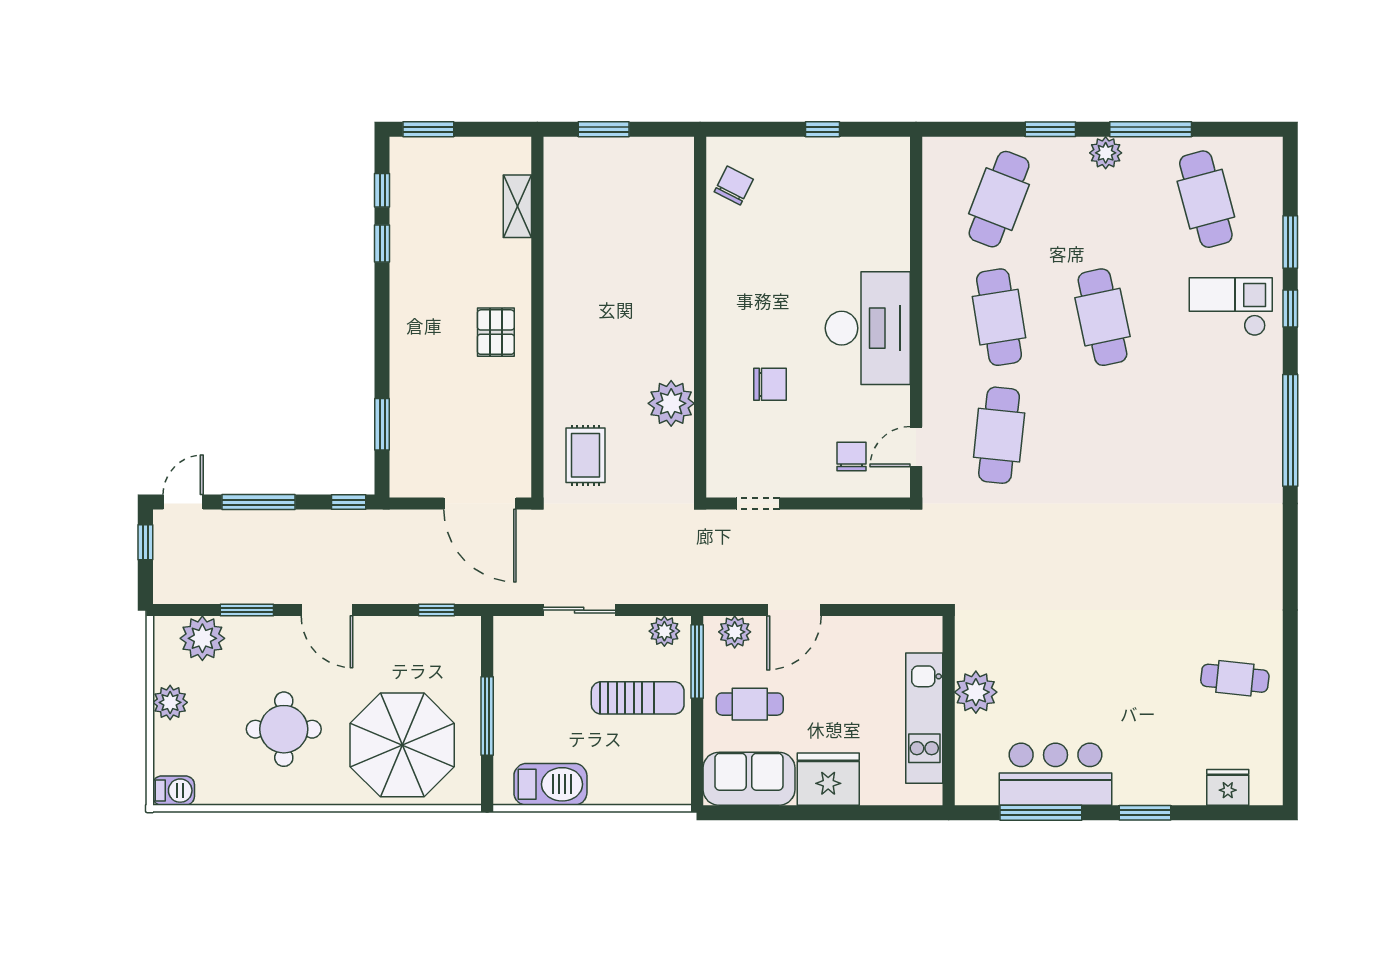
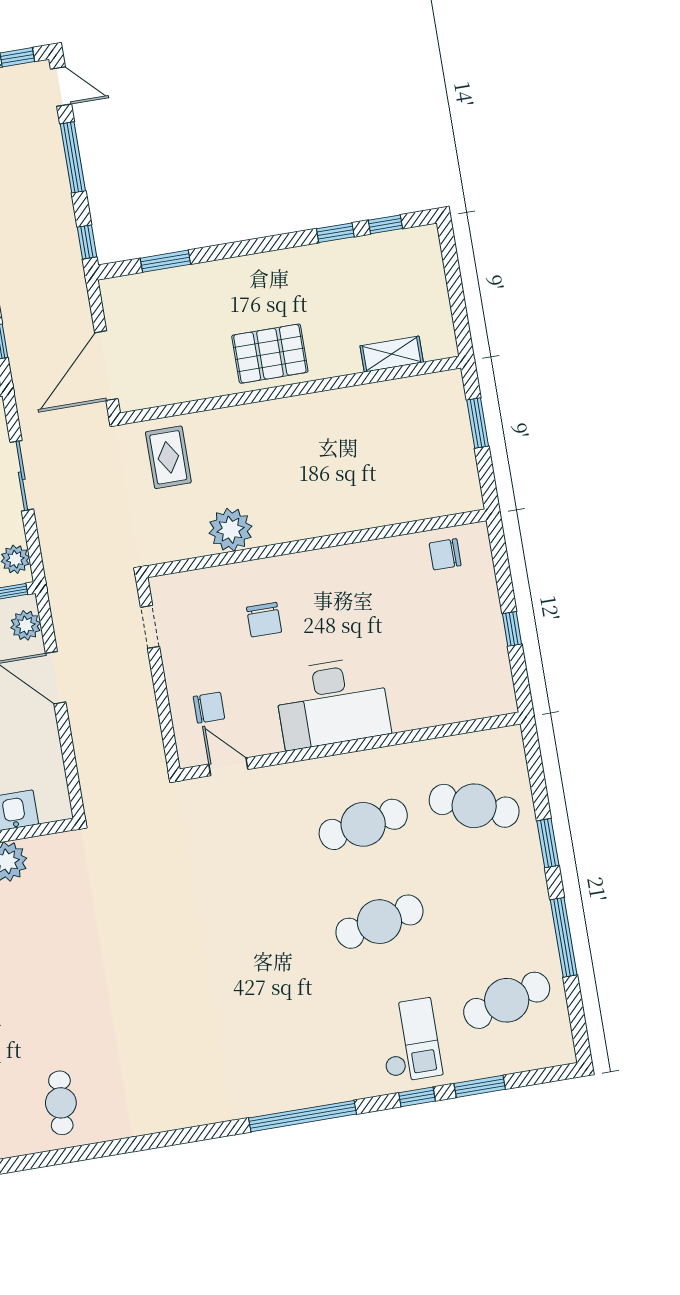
window: (428, 129) -> (450, 258), removed
plant: (1106, 153) -> (534, 899), removed
chair: (734, 186) -> (445, 554), turned 153
pallet: (496, 332) -> (270, 354), width x1.50, depth x1.42
cafe table: (999, 435) -> (252, 843), removed
rug: (585, 455) -> (168, 457), turned 90

